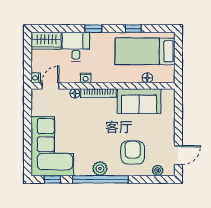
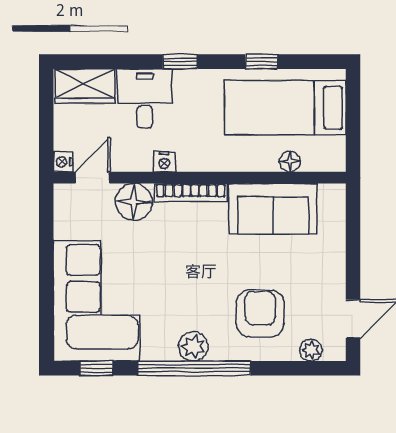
floor lamp: (75, 93) -> (134, 202), width x1.89, depth x1.89

